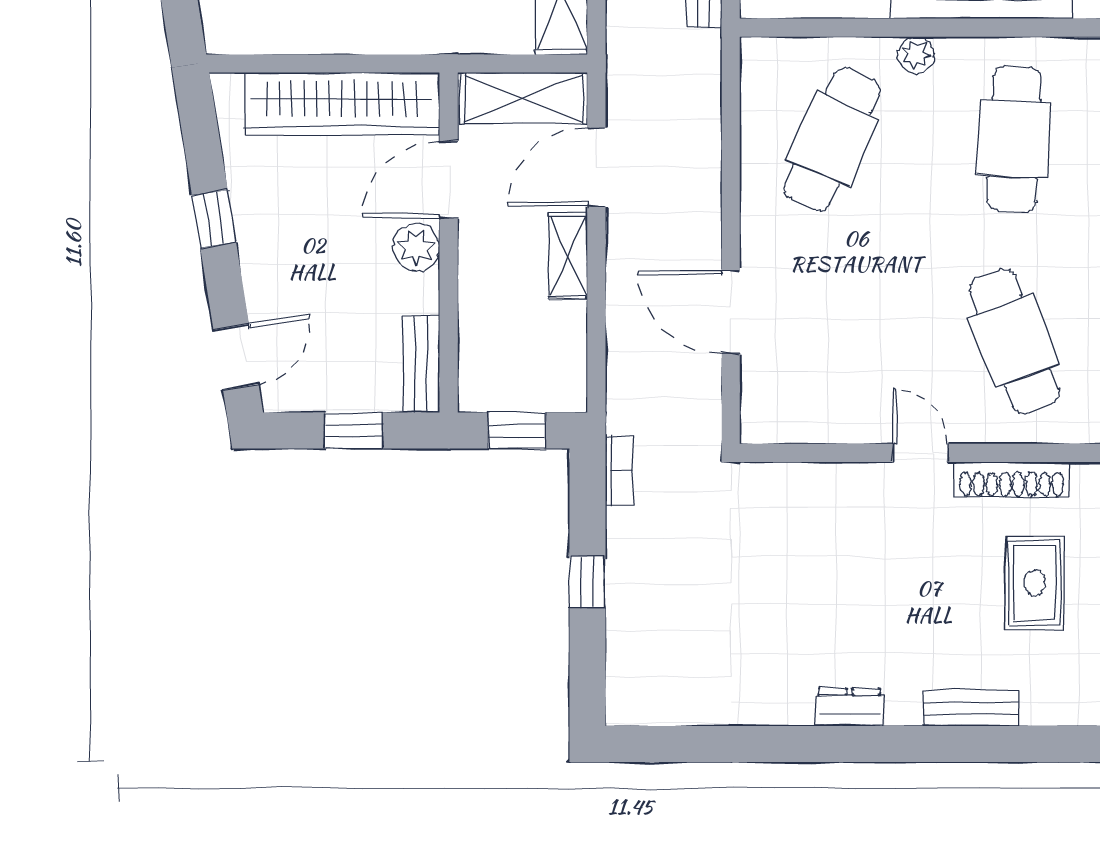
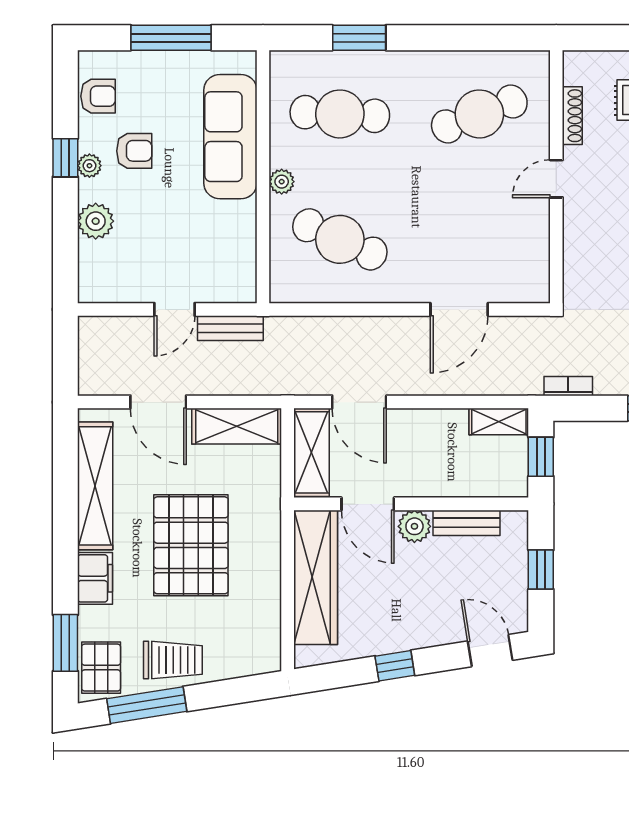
shelving: (568, 256) -> (499, 422), moved
bench: (421, 364) -> (466, 523), moved
shoe rack: (1012, 480) -> (572, 116), width x0.74, depth x0.81

